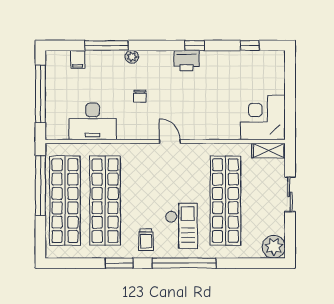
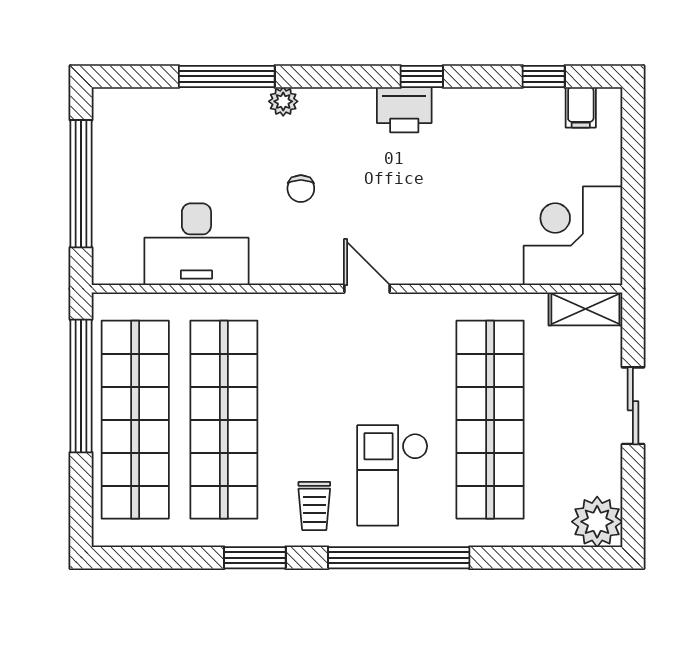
filing cabinet: (78, 59) -> (581, 107), moved
checkout: (181, 226) -> (393, 475), turned 180

